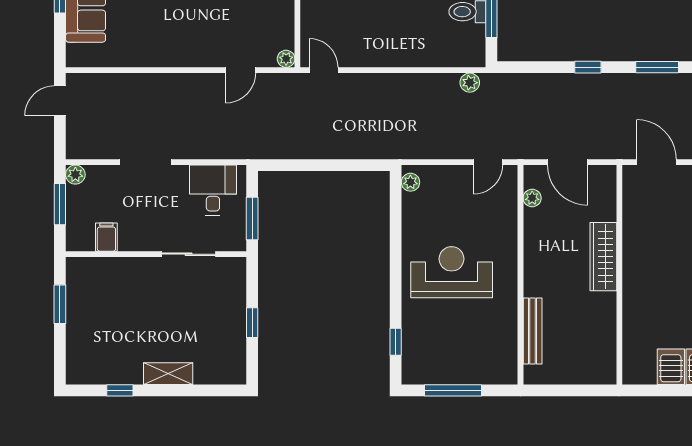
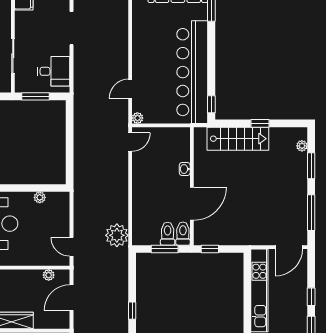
door: (240, 70) -> (130, 89), hinge flipped
plant: (470, 83) -> (117, 235), width x1.87, depth x1.87
plant: (410, 182) -> (40, 197), moved

